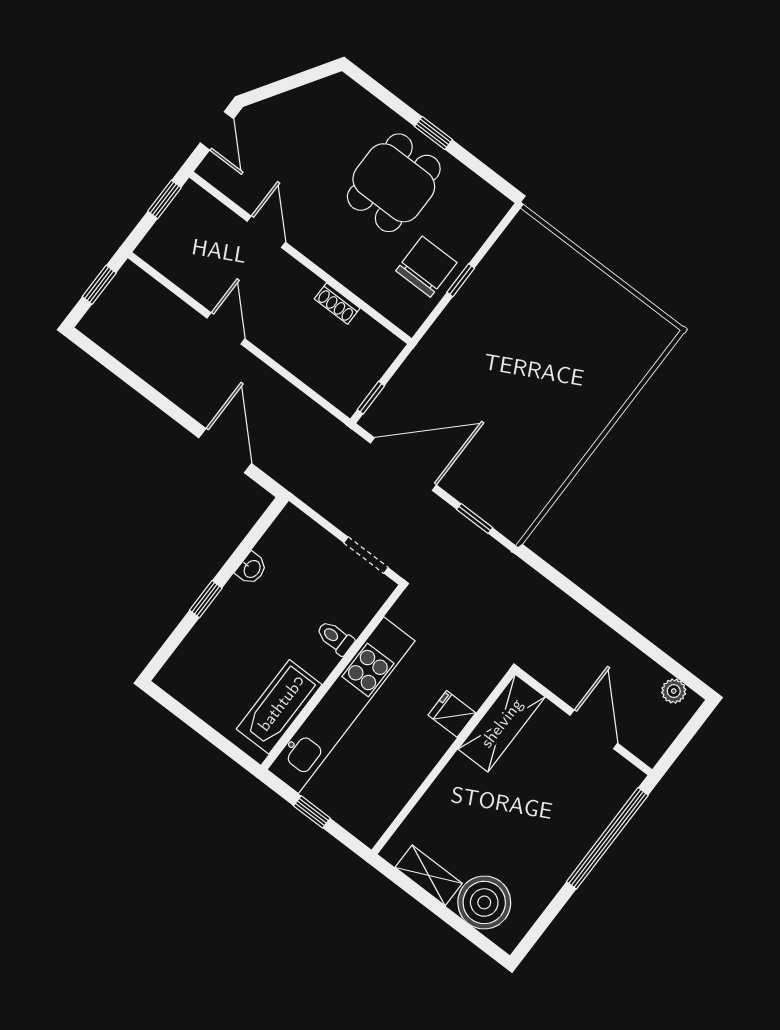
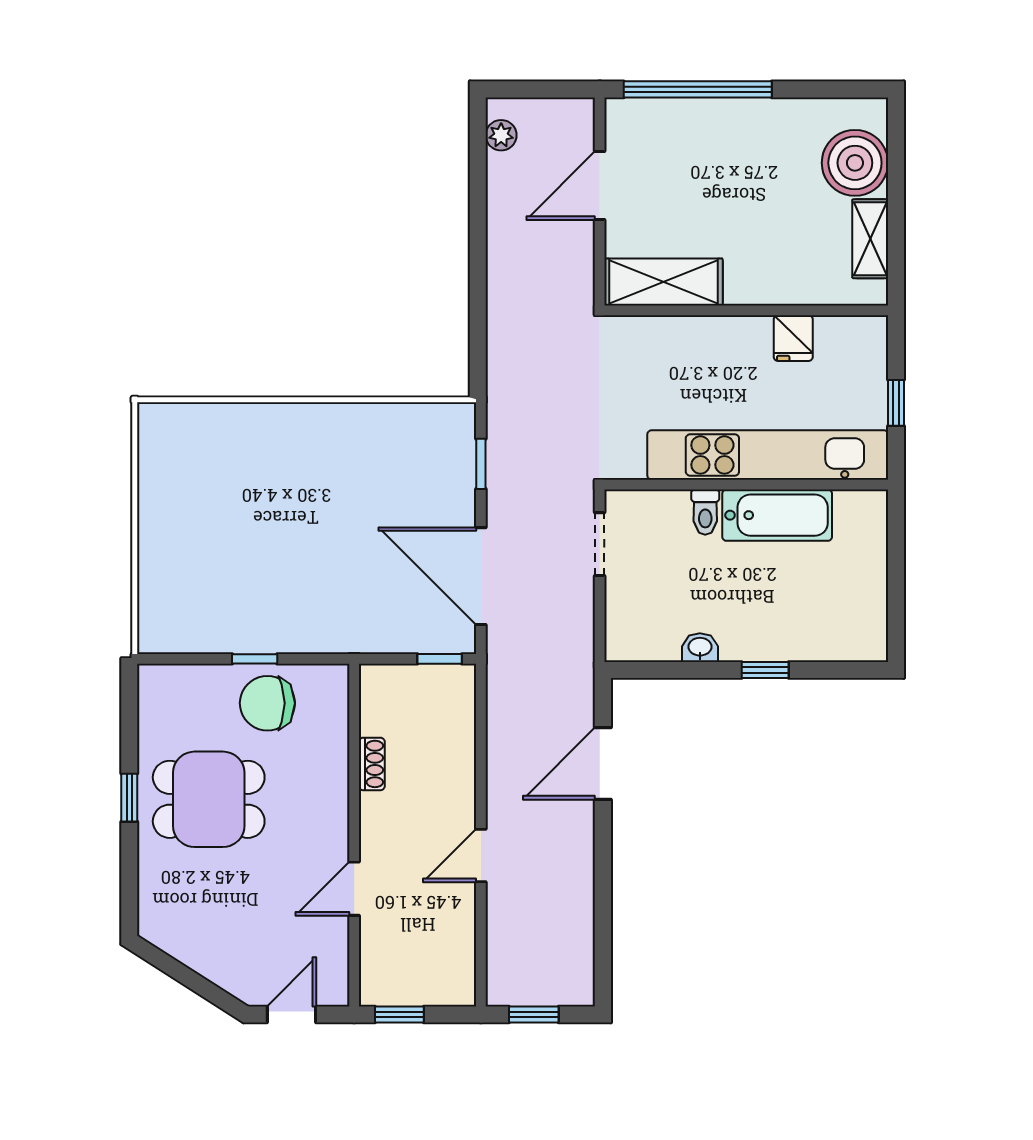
bathtub: (279, 707) -> (777, 515), moved
fridge: (452, 714) -> (793, 338), moved

